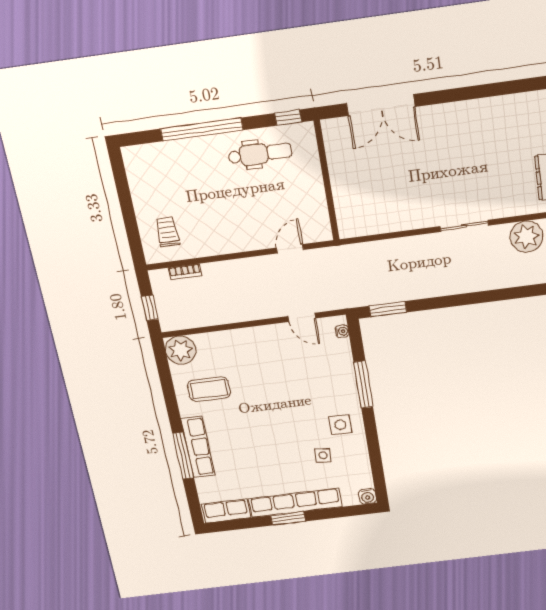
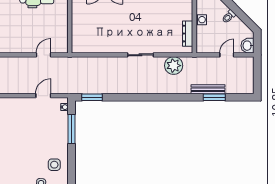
door: (302, 317) -> (43, 96), swing flipped
window: (363, 385) -> (71, 129), moved

